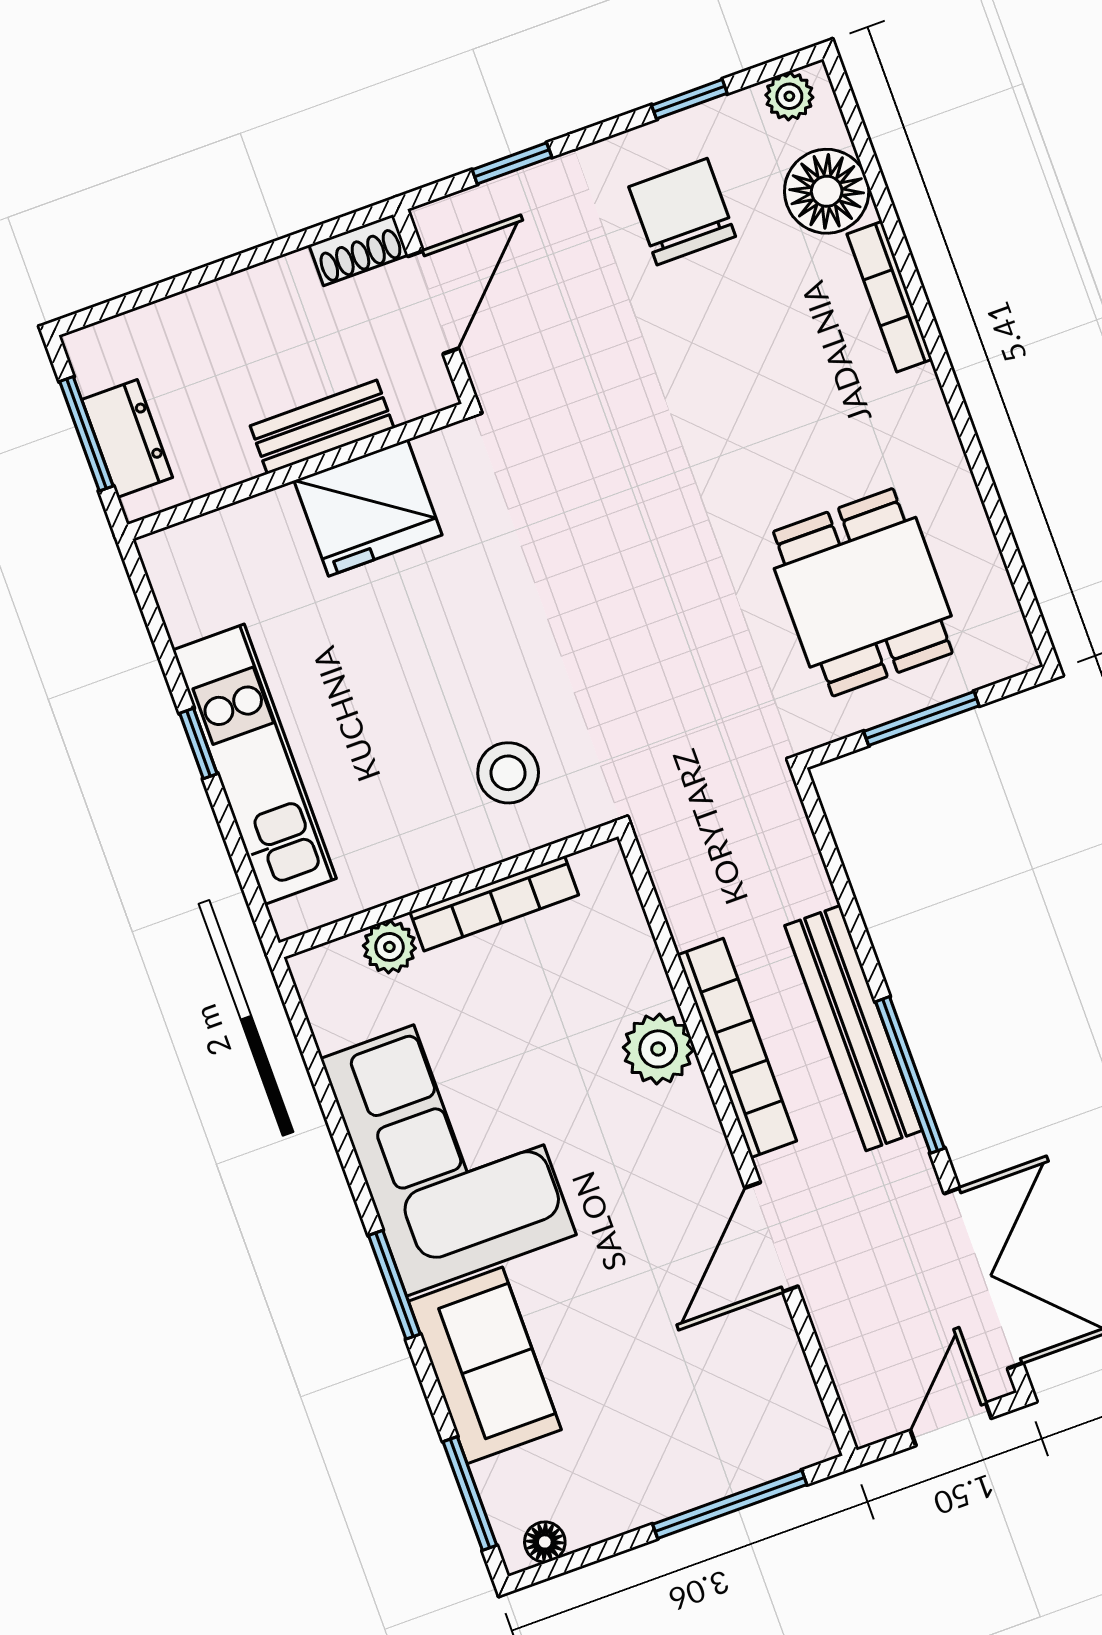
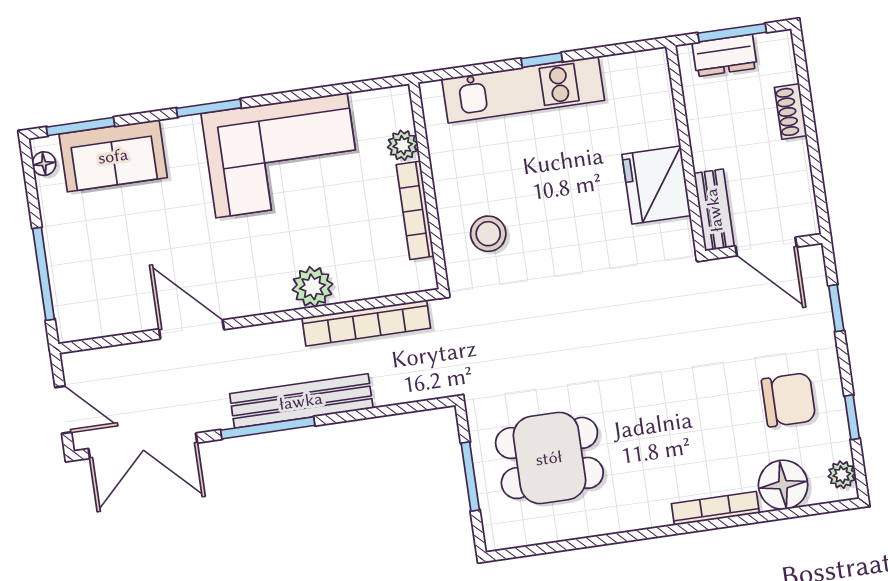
shoe rack: (358, 250) -> (791, 111), moved
bench: (322, 427) -> (714, 210), moved
bookcase: (737, 1048) -> (366, 323), moved
sofa: (485, 1365) -> (113, 156), moved

